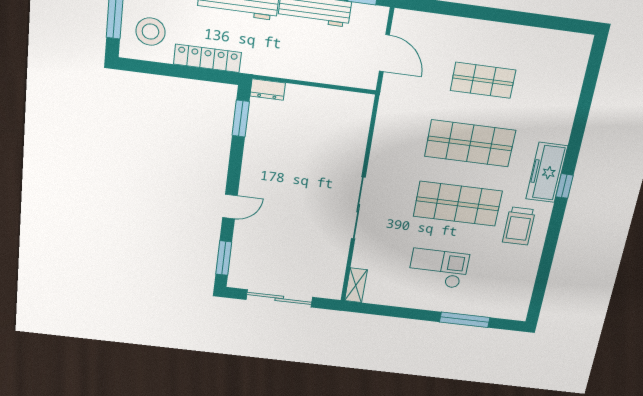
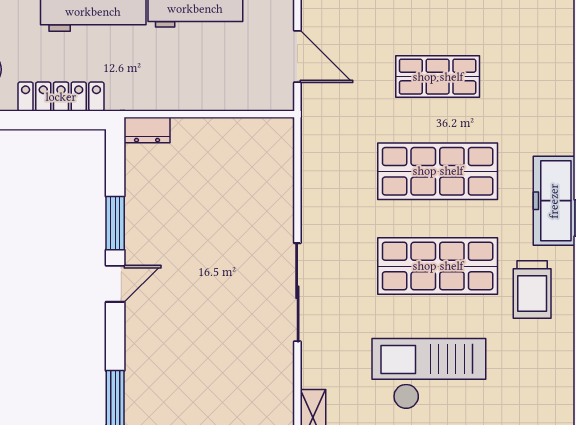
window: (241, 119) -> (115, 223), moved
door: (230, 207) -> (115, 284), moved
checkout: (438, 268) -> (429, 374), width x1.36, depth x1.21

